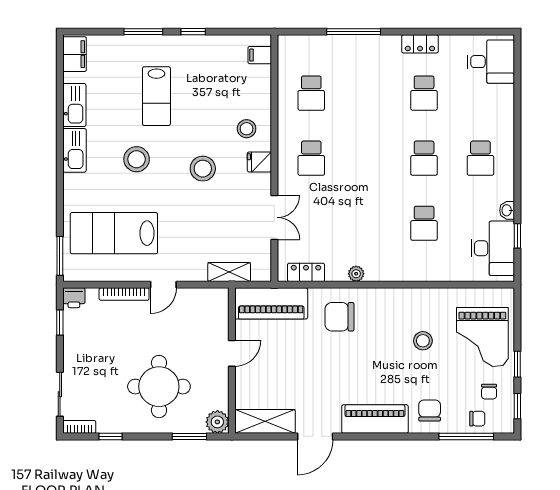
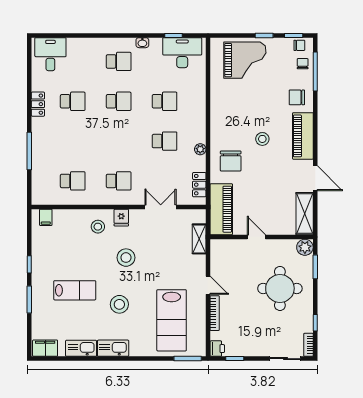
washbasin: (507, 210) -> (142, 43), moved
school desk: (368, 223) -> (165, 141), added
stool: (423, 341) -> (262, 139), moved
chair: (489, 392) -> (299, 45), moved

